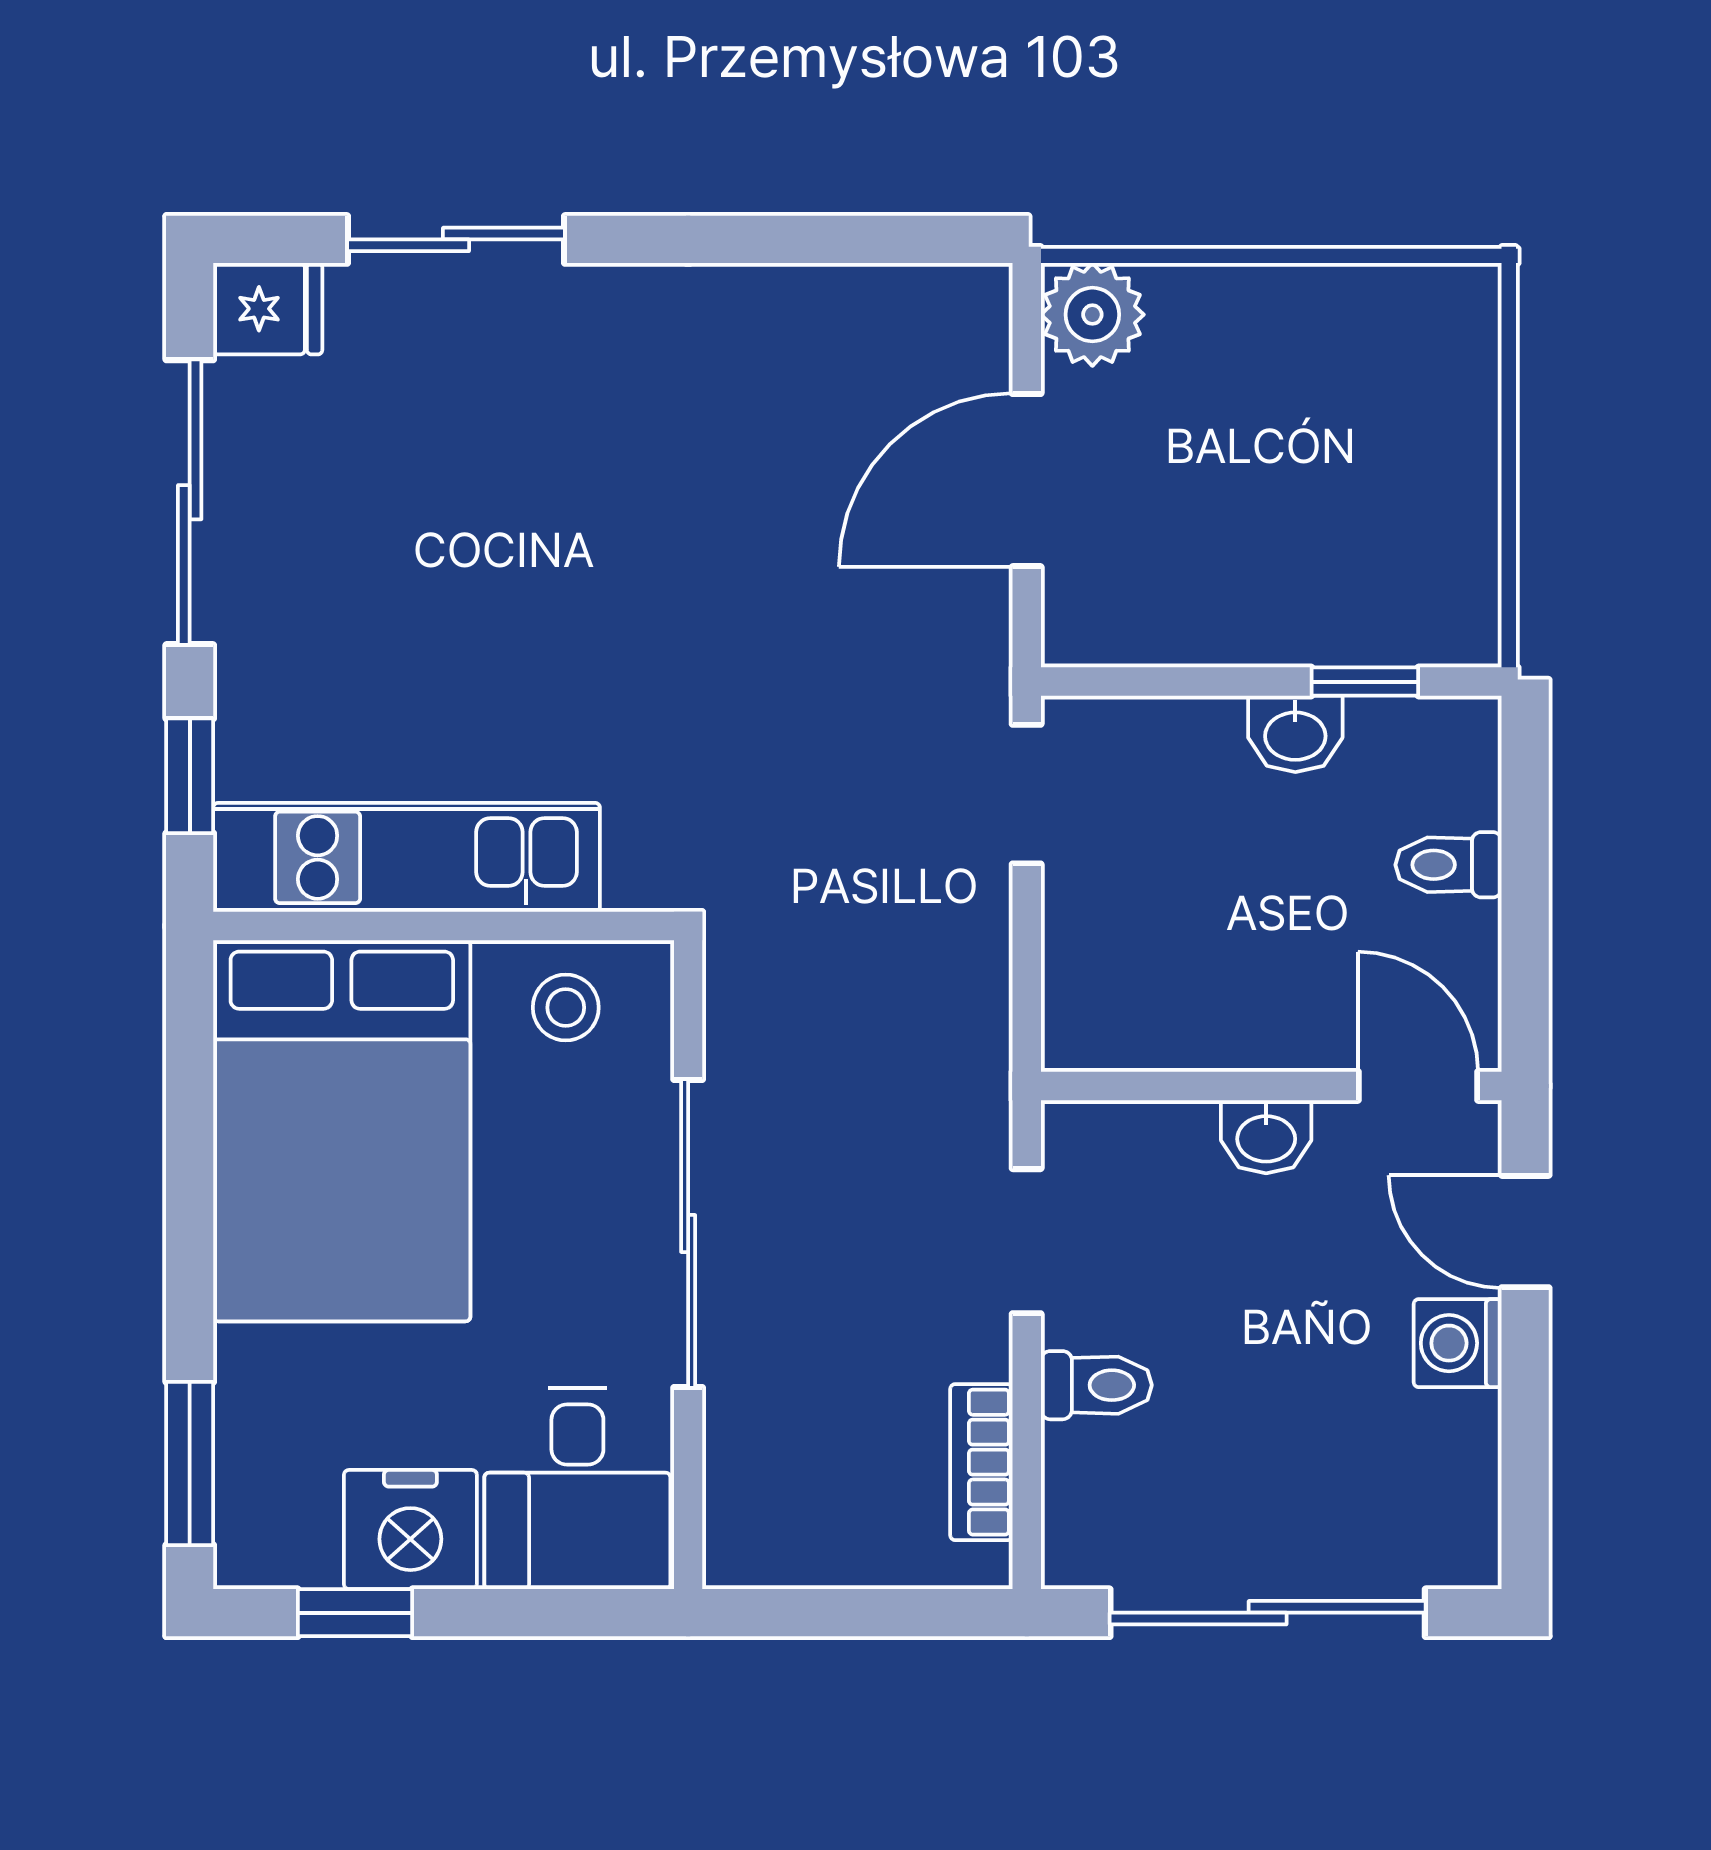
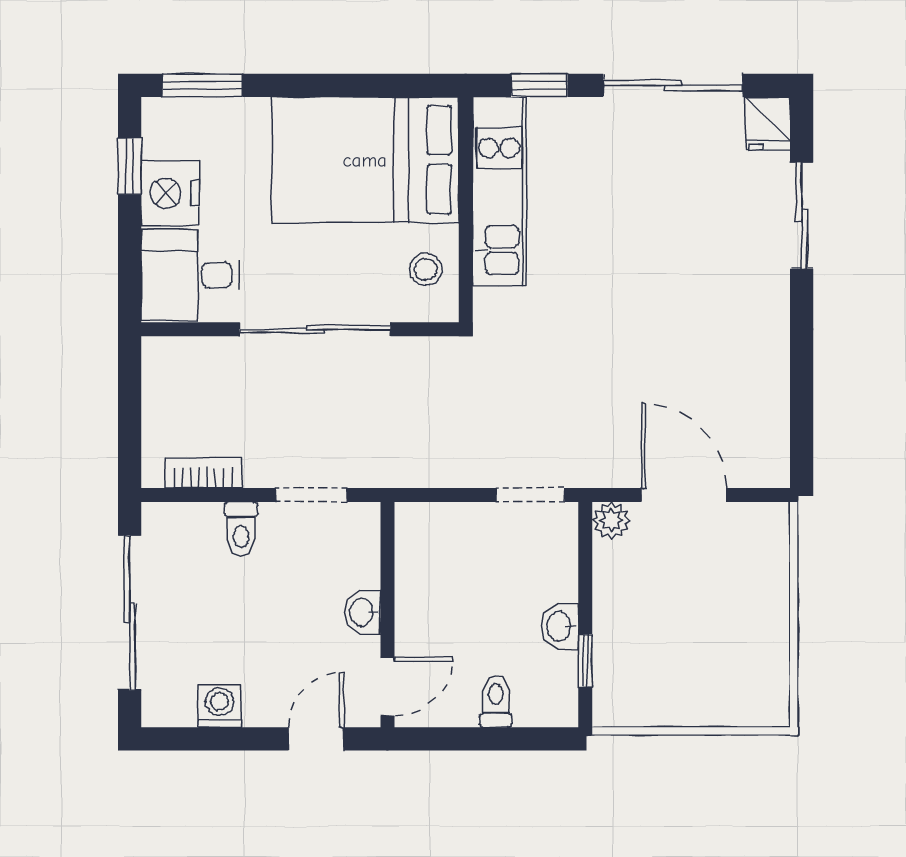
plant: (1092, 315) -> (611, 520), moved, width x0.73, depth x0.73
washing machine: (1458, 1343) -> (220, 706), moved

